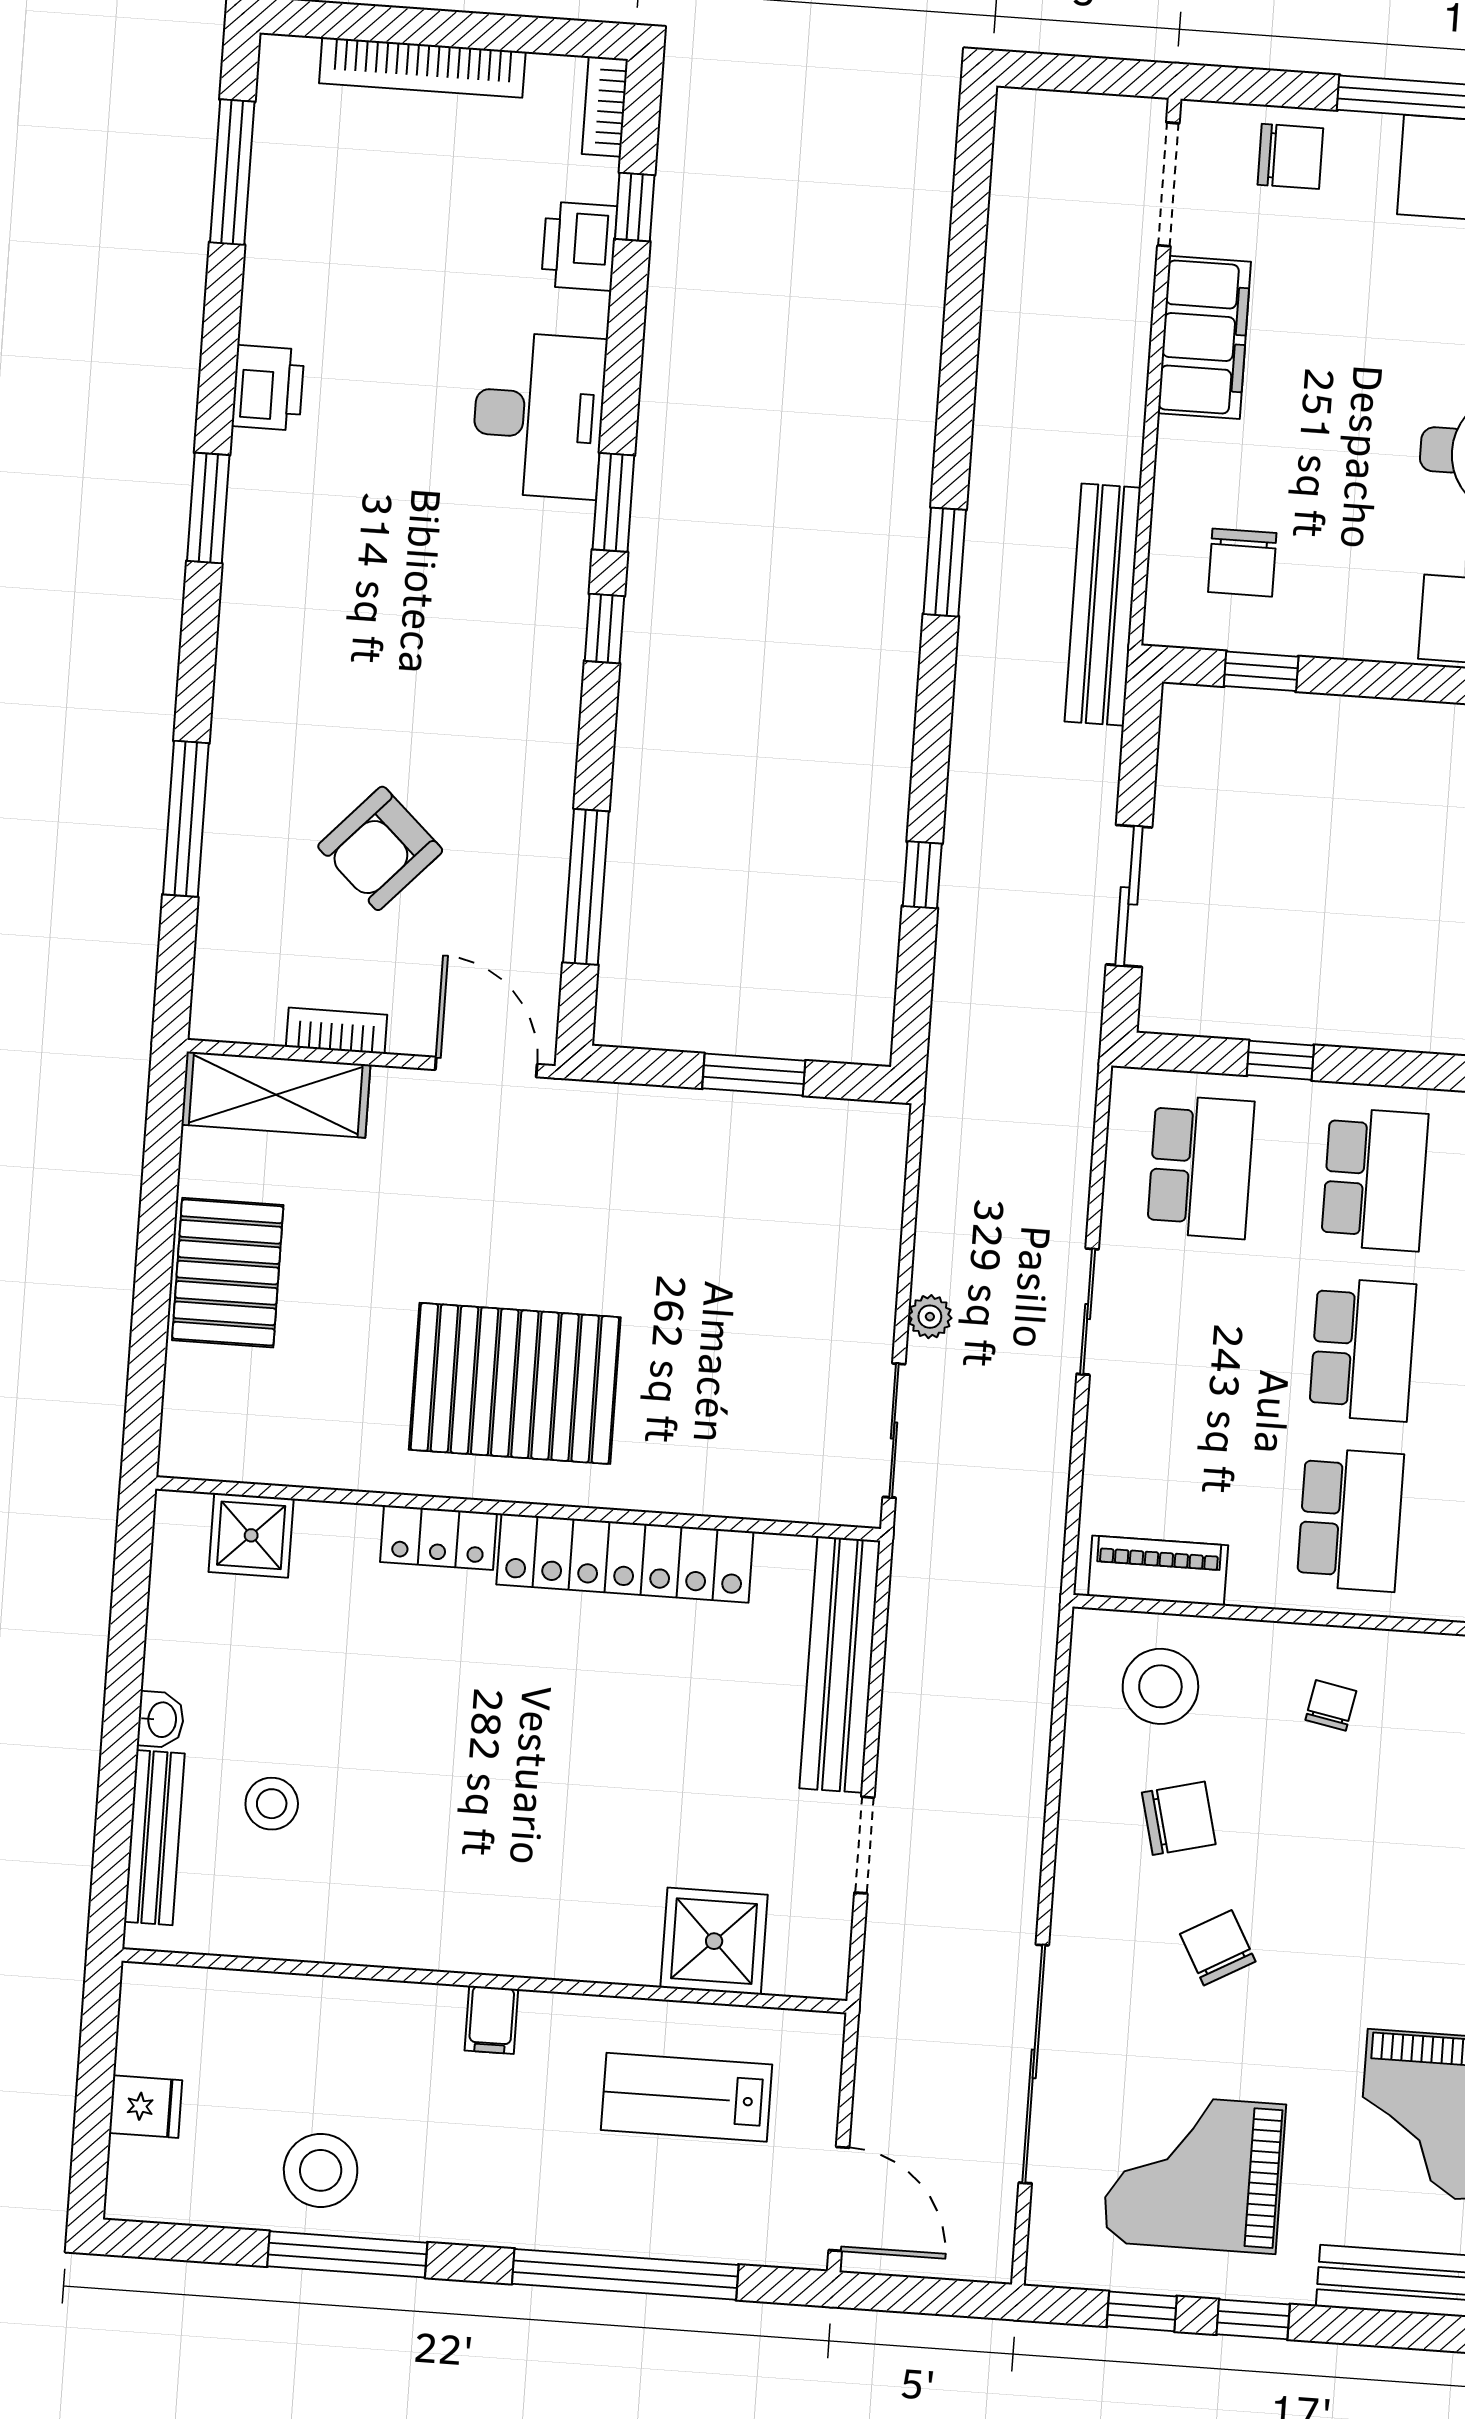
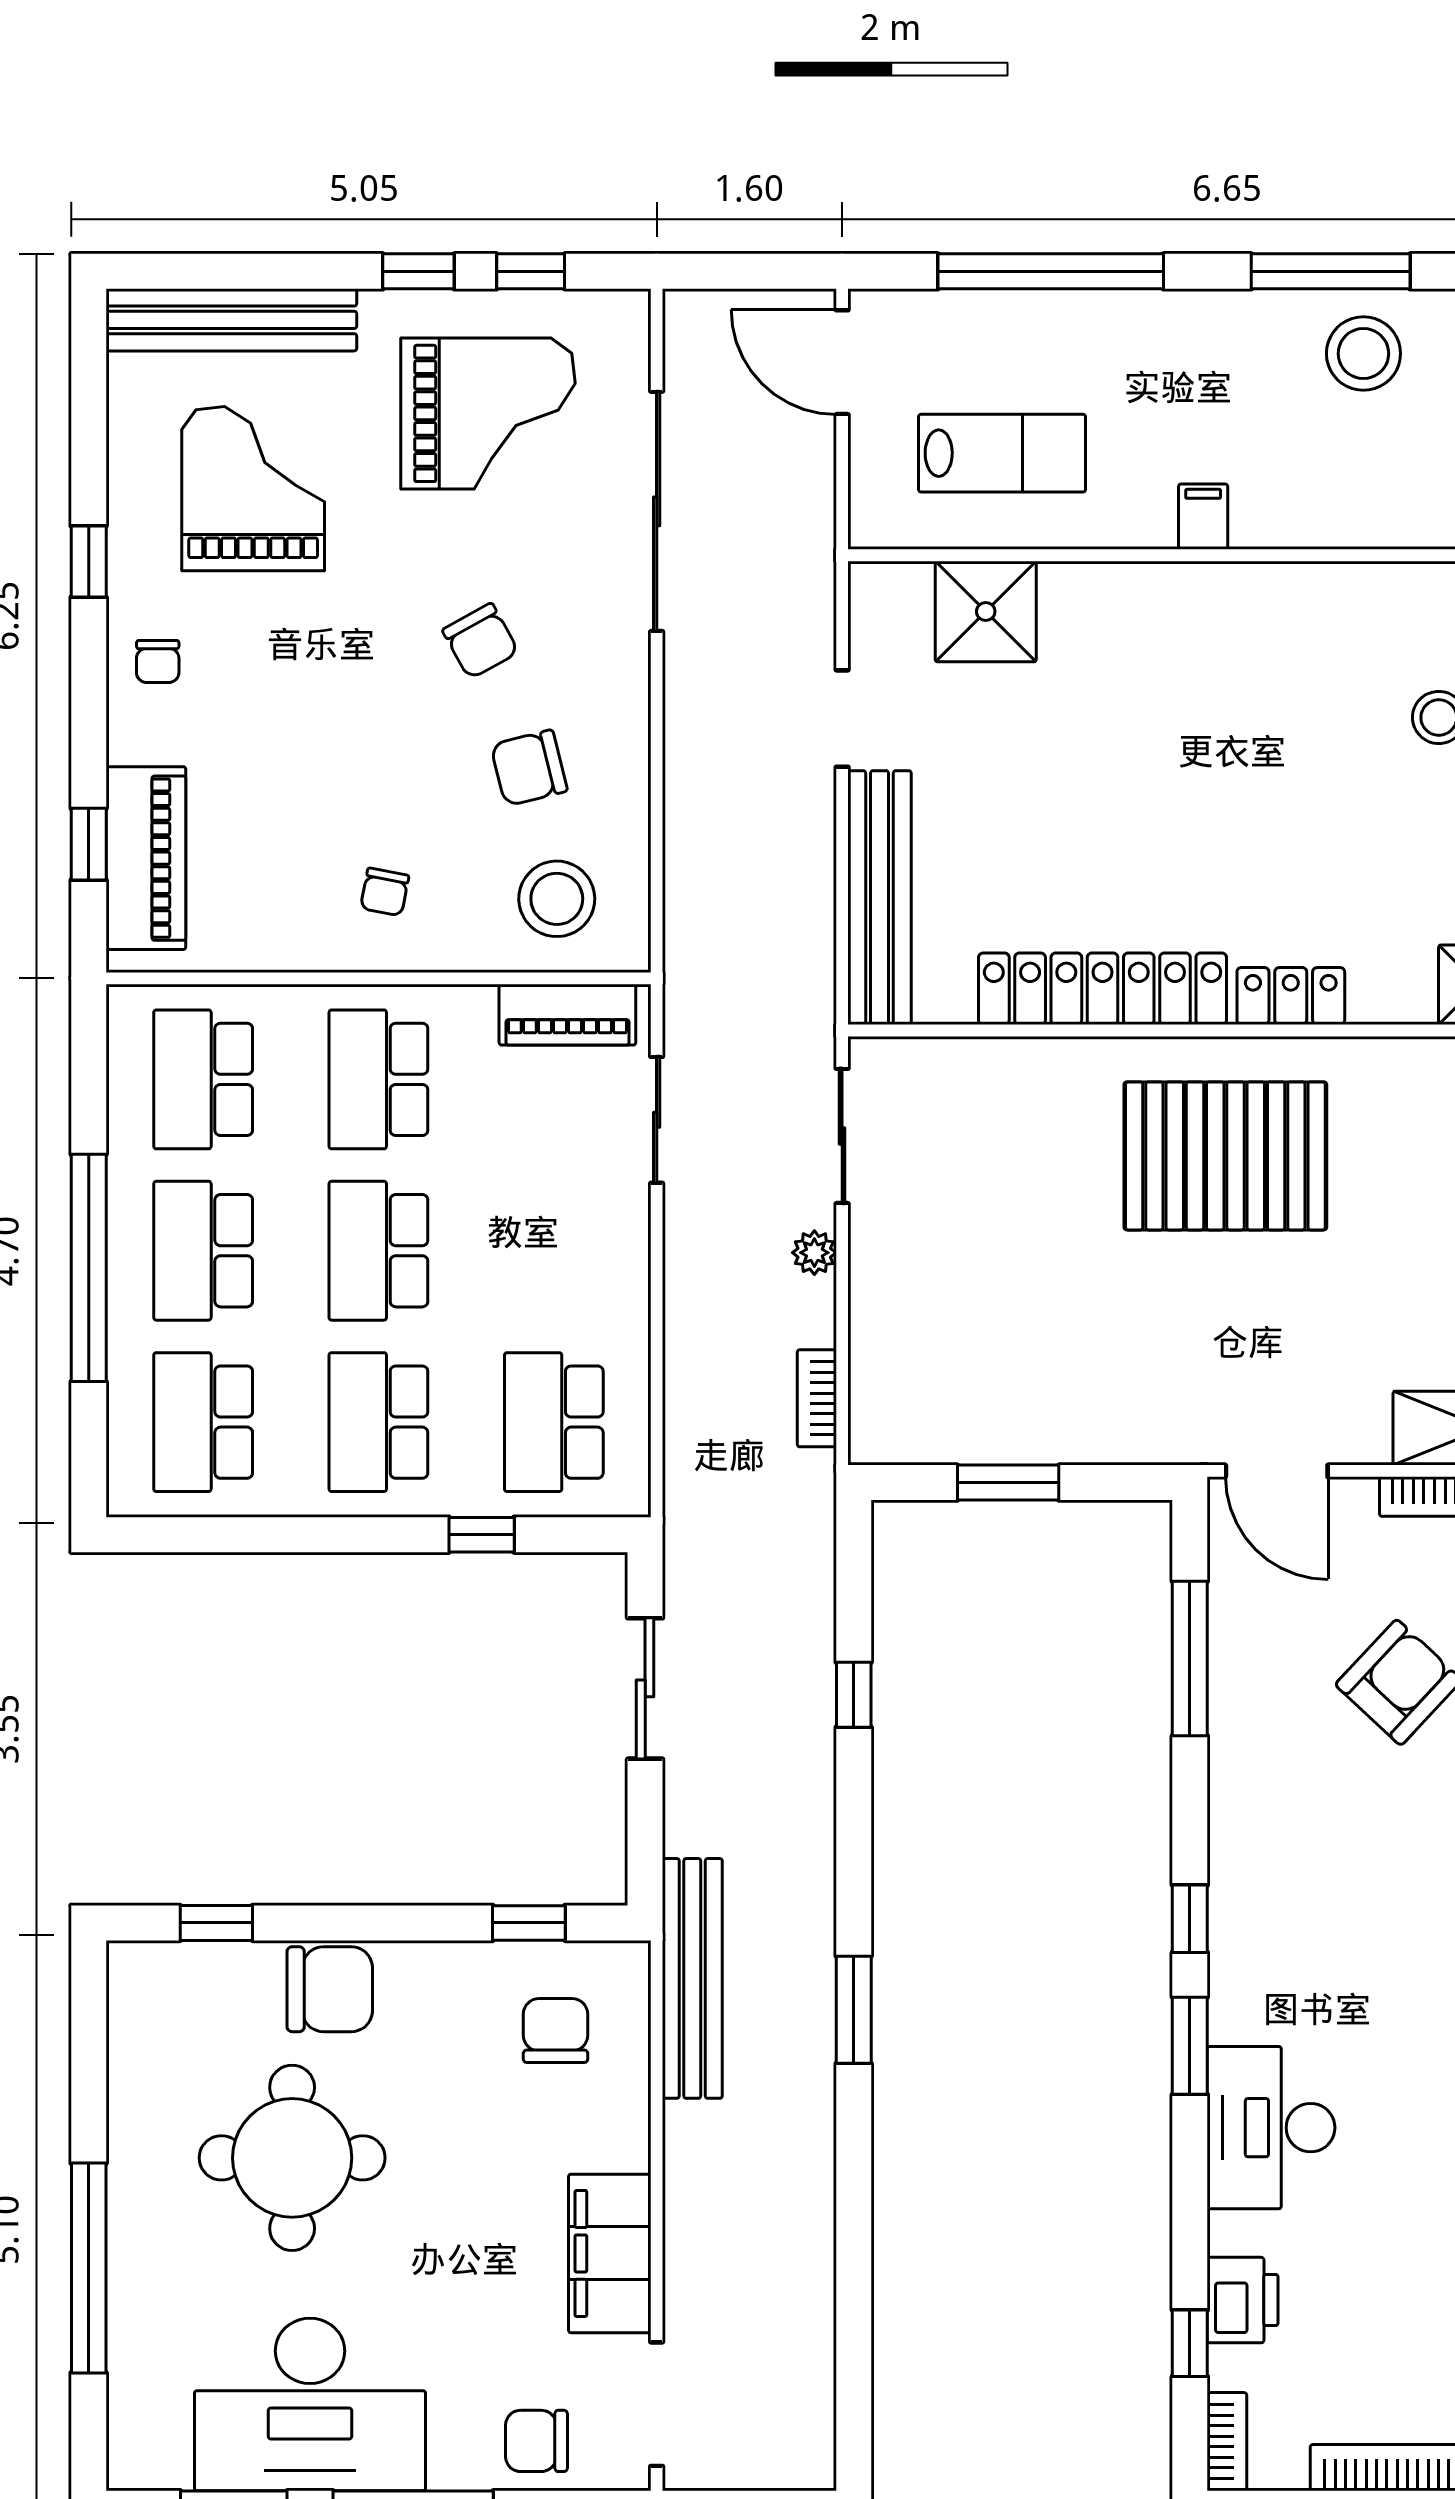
bookcase: (938, 1172) -> (817, 1398), added
sliding door: (1088, 1312) -> (657, 1120), moved

